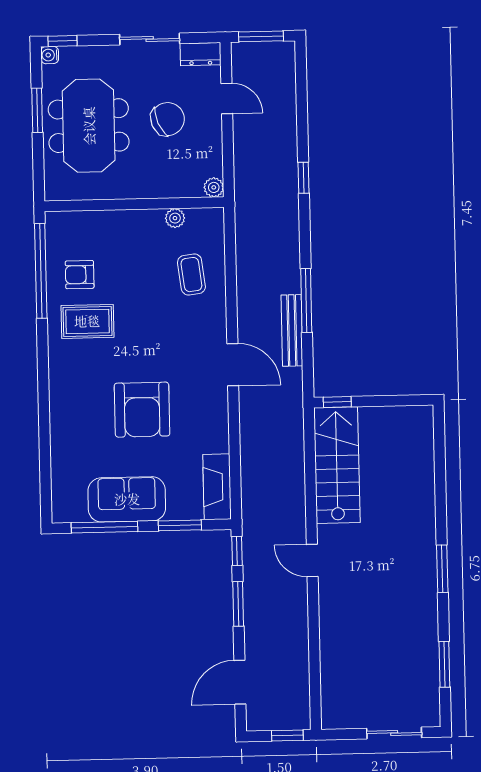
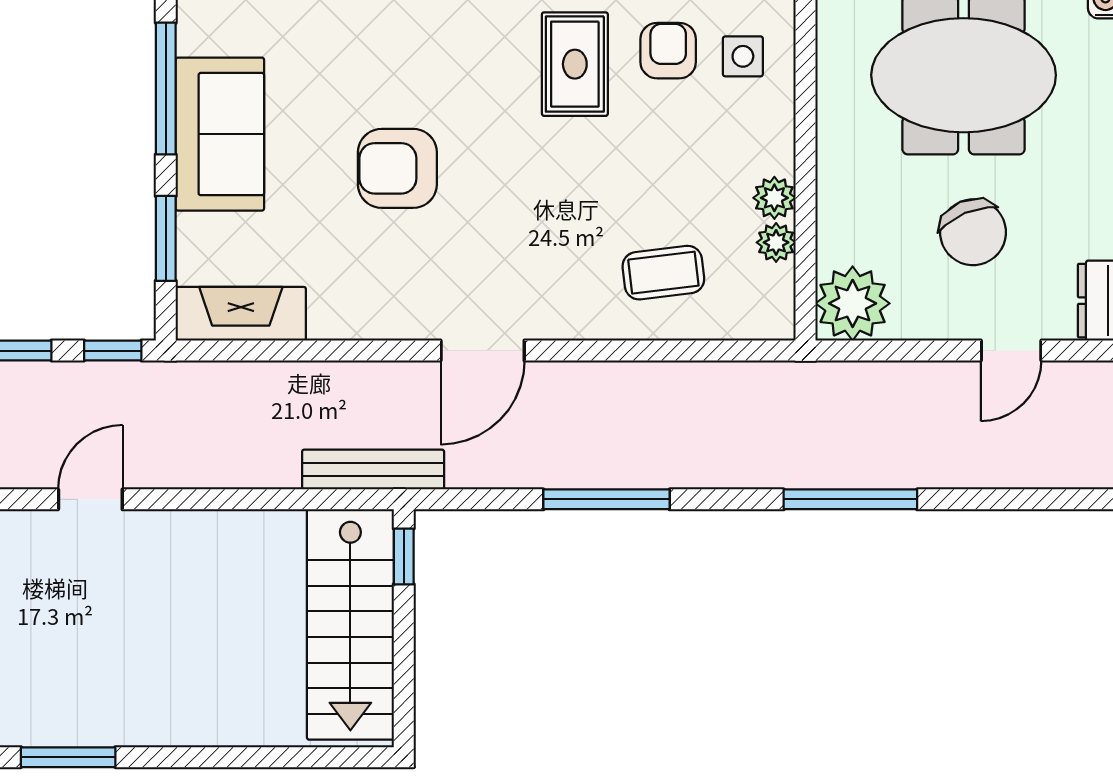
window: (303, 178) -> (850, 499), width x2.17
plant: (214, 187) -> (853, 303), width x1.88, depth x1.88
plant: (153, 219) -> (774, 198), added
side table: (82, 237) -> (743, 56), added
bench: (292, 330) -> (373, 469), moved
armchair: (142, 410) -> (397, 168), width x0.73, depth x0.73
stairs: (337, 465) -> (350, 624), moved, turned 90

